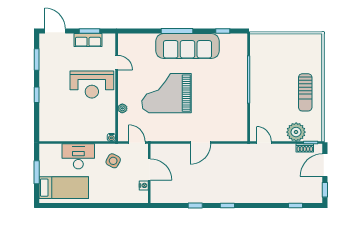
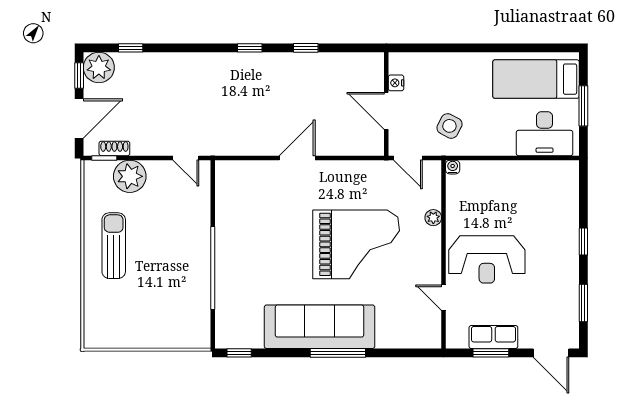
window: (223, 31) -> (239, 353), moved
reception desk: (92, 85) -> (487, 259), turned 180
desk: (78, 156) -> (545, 134), moved
plant: (314, 194) -> (99, 67), added

